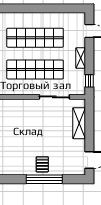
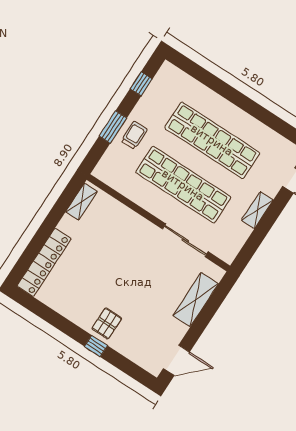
window: (89, 81) -> (249, 250), removed
window: (44, 179) -> (96, 346), width x0.32

